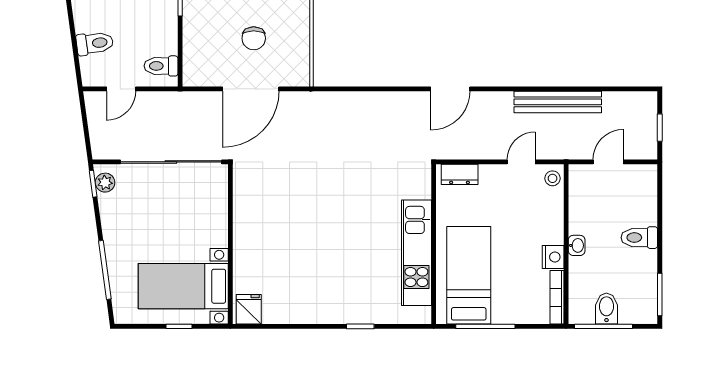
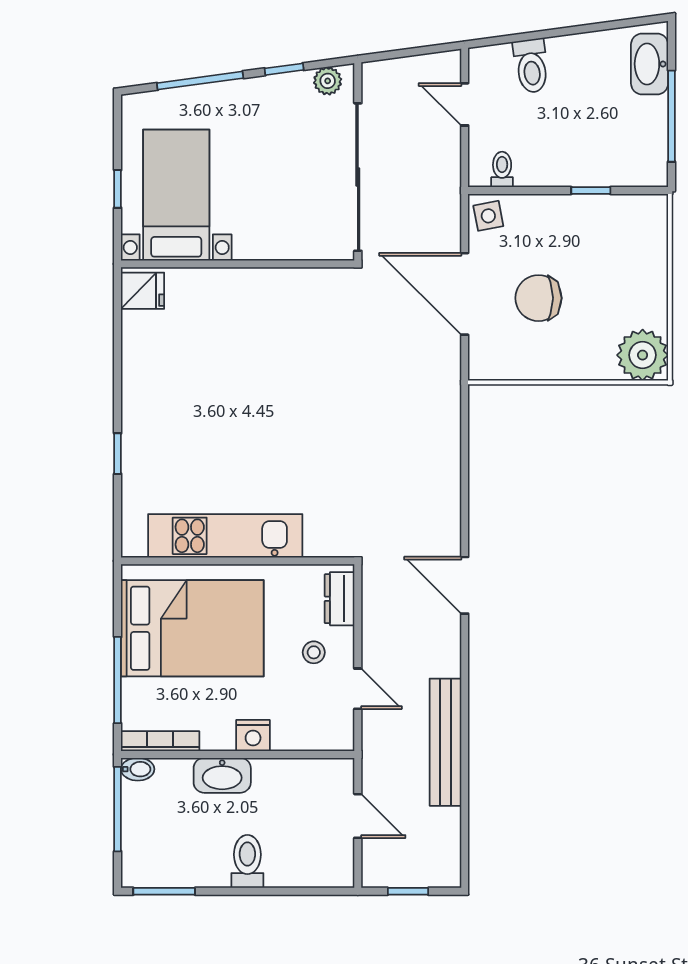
chair: (254, 38) -> (538, 298), width x1.37, depth x1.37
toilet: (161, 66) -> (502, 169), width x0.73, depth x0.72
side table: (197, 73) -> (488, 216), added
stool: (553, 178) -> (314, 652), moved
window: (93, 184) -> (284, 69), moved
washbasin: (577, 245) -> (222, 775), width x1.91, depth x1.45
nightstand: (553, 257) -> (253, 736), moved
bed: (469, 275) -> (192, 628), width x1.50
bidet: (606, 308) -> (138, 769), moved, width x0.72, depth x0.74
window: (485, 326) -> (118, 680), moved

